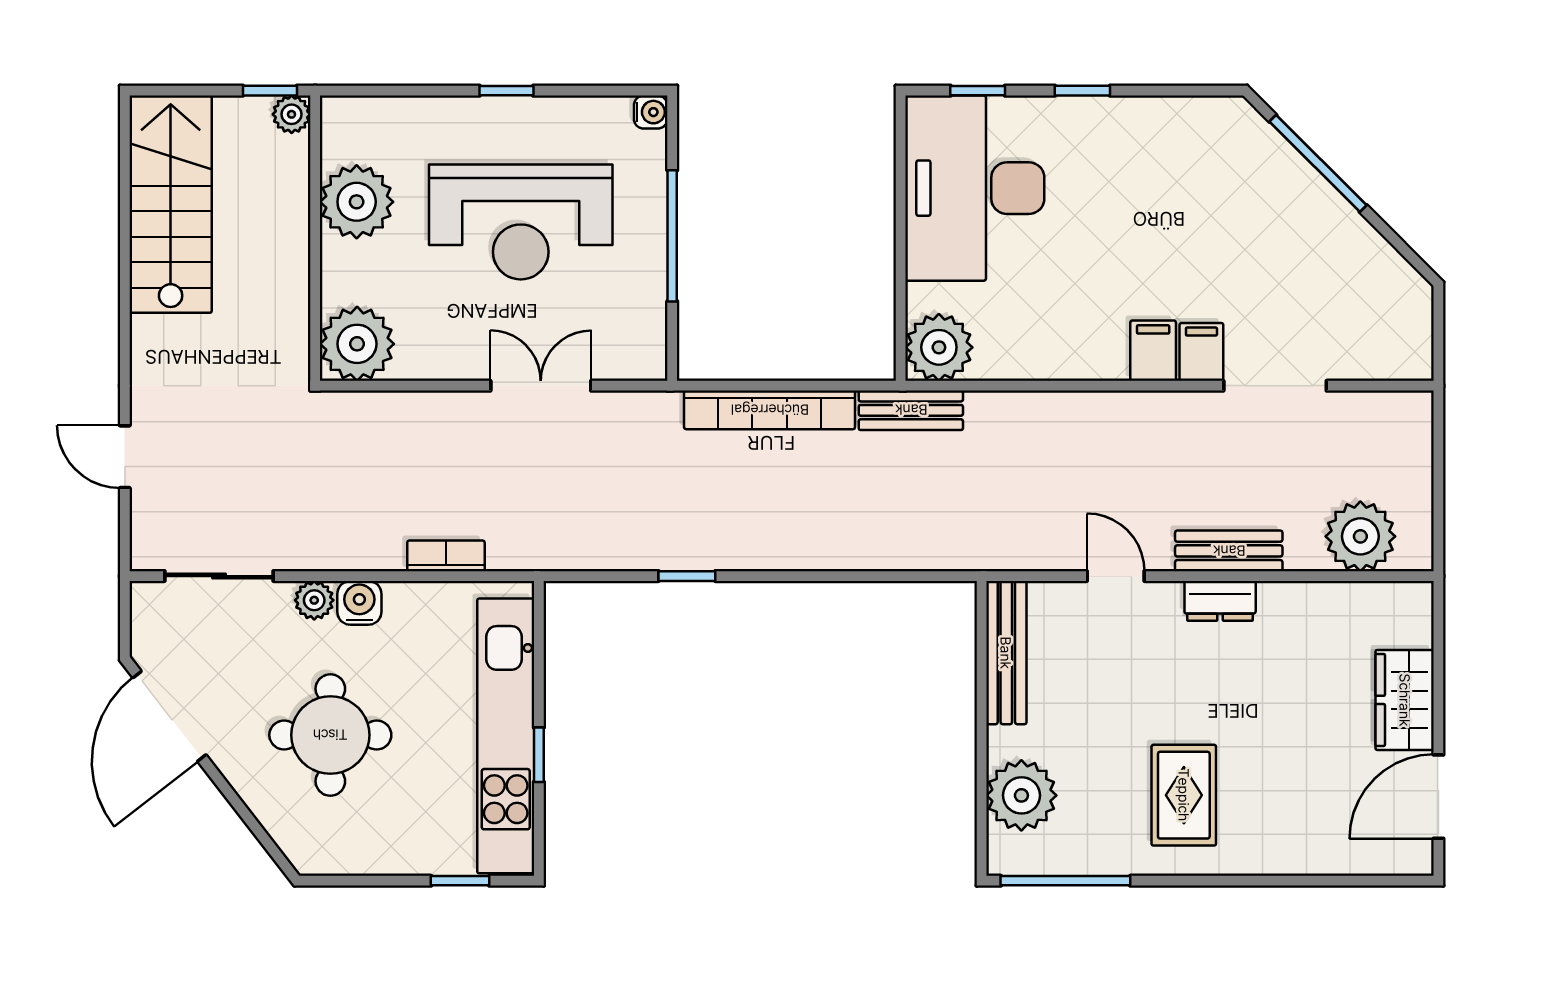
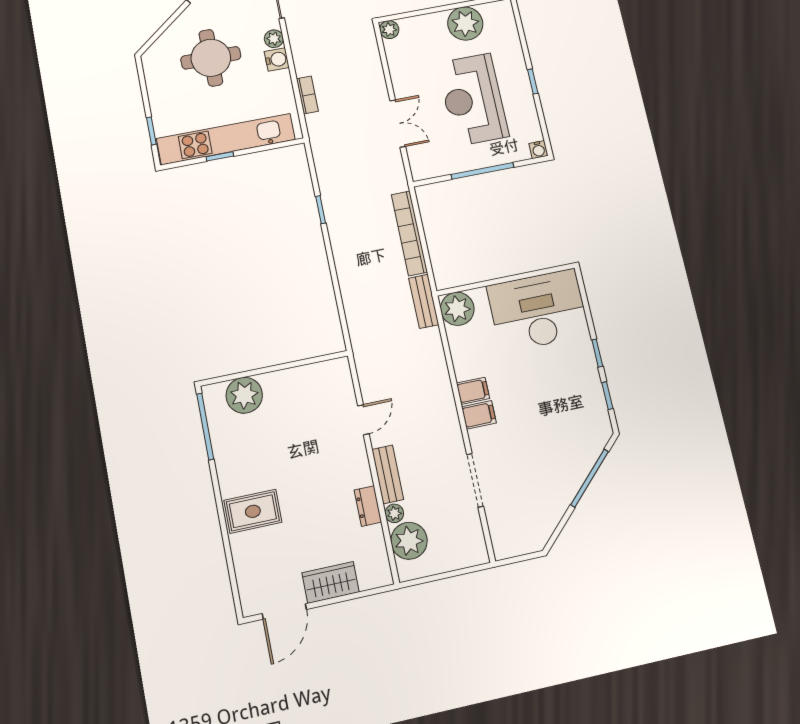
window: (978, 91) -> (607, 396), moved
plant: (357, 344) -> (389, 30), width x0.53, depth x0.53
filing cabinet: (1201, 352) -> (473, 391), moved
plant: (1304, 554) -> (394, 513), added
dresser: (1220, 601) -> (368, 506), moved
bench: (1006, 653) -> (314, 373), removed
rug: (1184, 795) -> (253, 511), moved
door: (1438, 797) -> (284, 611), swing flipped

